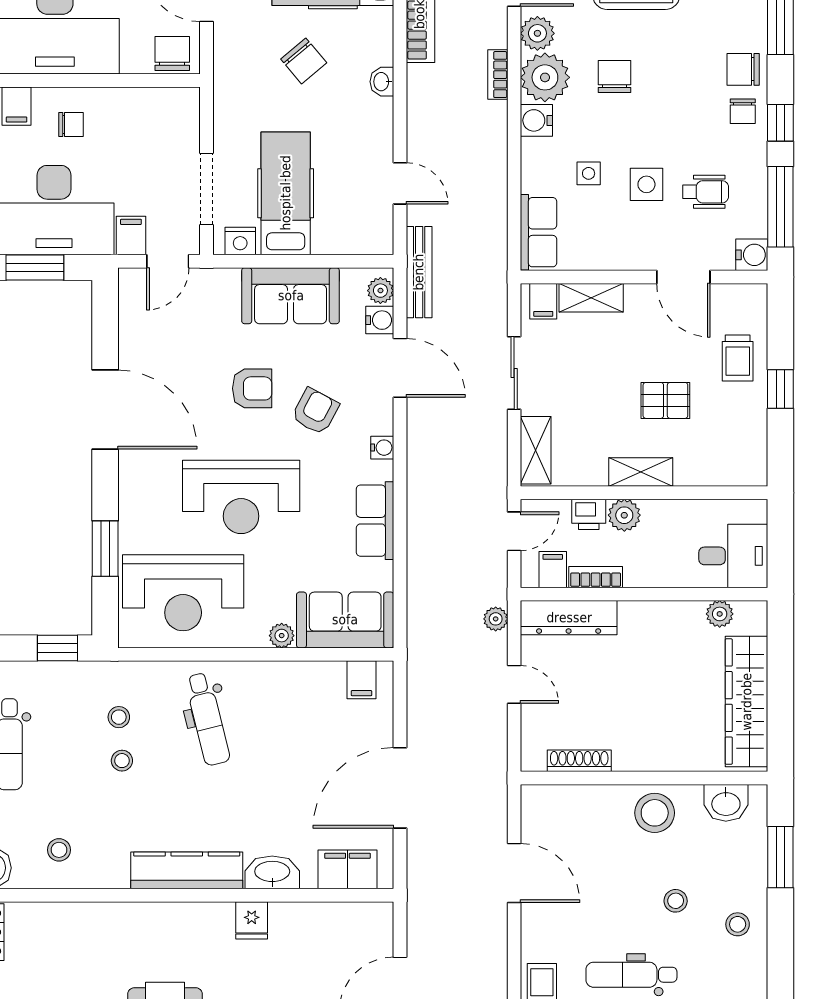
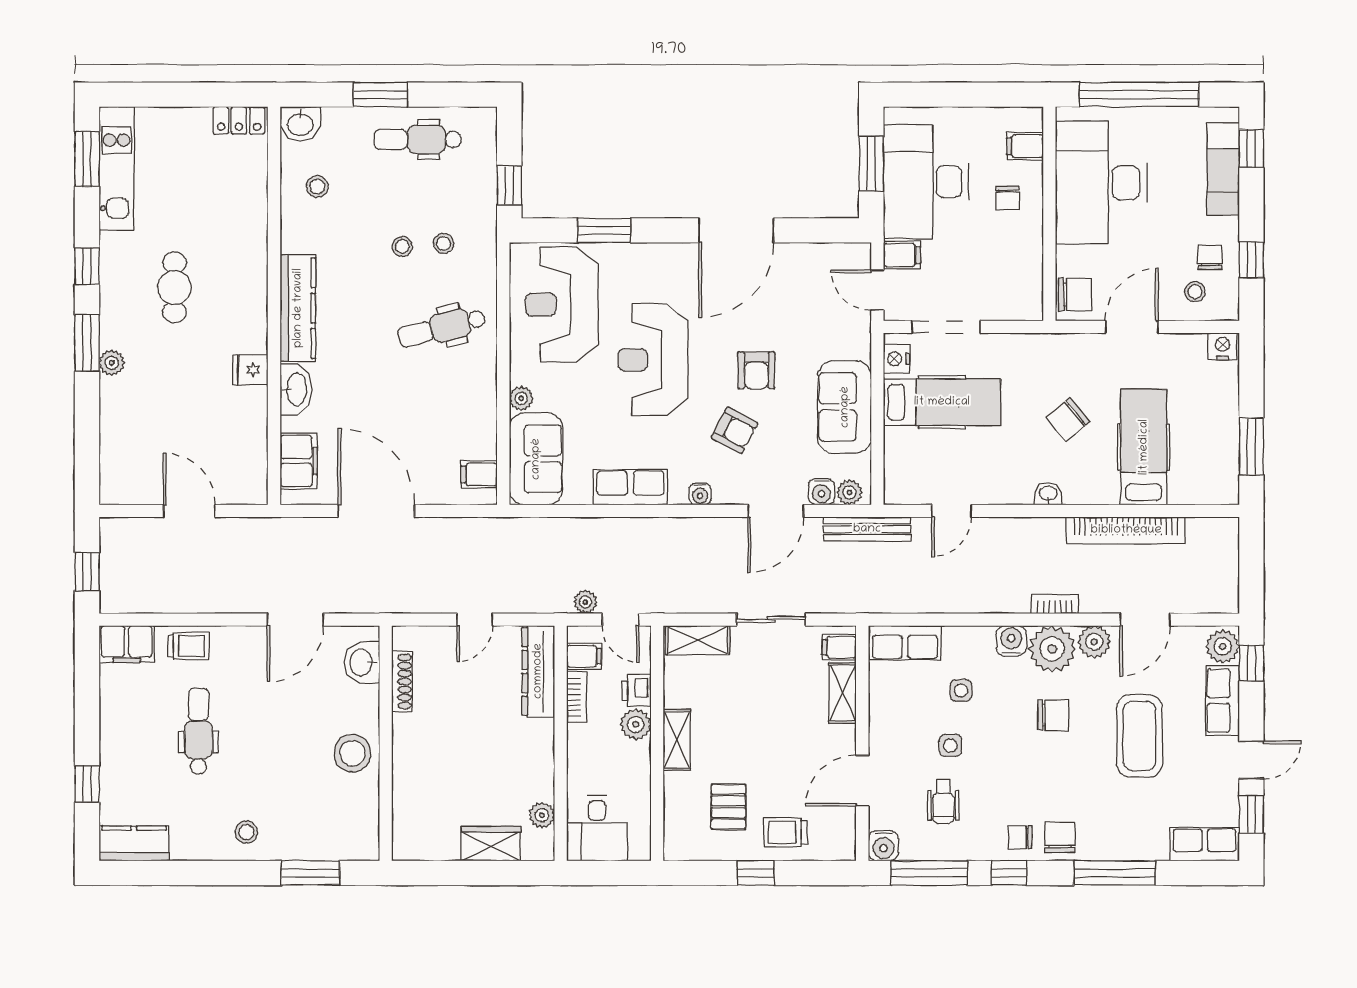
side table: (646, 184) -> (950, 746), width x0.73, depth x0.73
pallet: (665, 400) -> (728, 807), moved
plant: (496, 619) -> (585, 602), moved
wardrobe: (747, 702) -> (491, 844), width x0.48, depth x0.85
washbasin: (726, 803) -> (362, 662), moved
stool: (676, 901) -> (269, 773), removed

